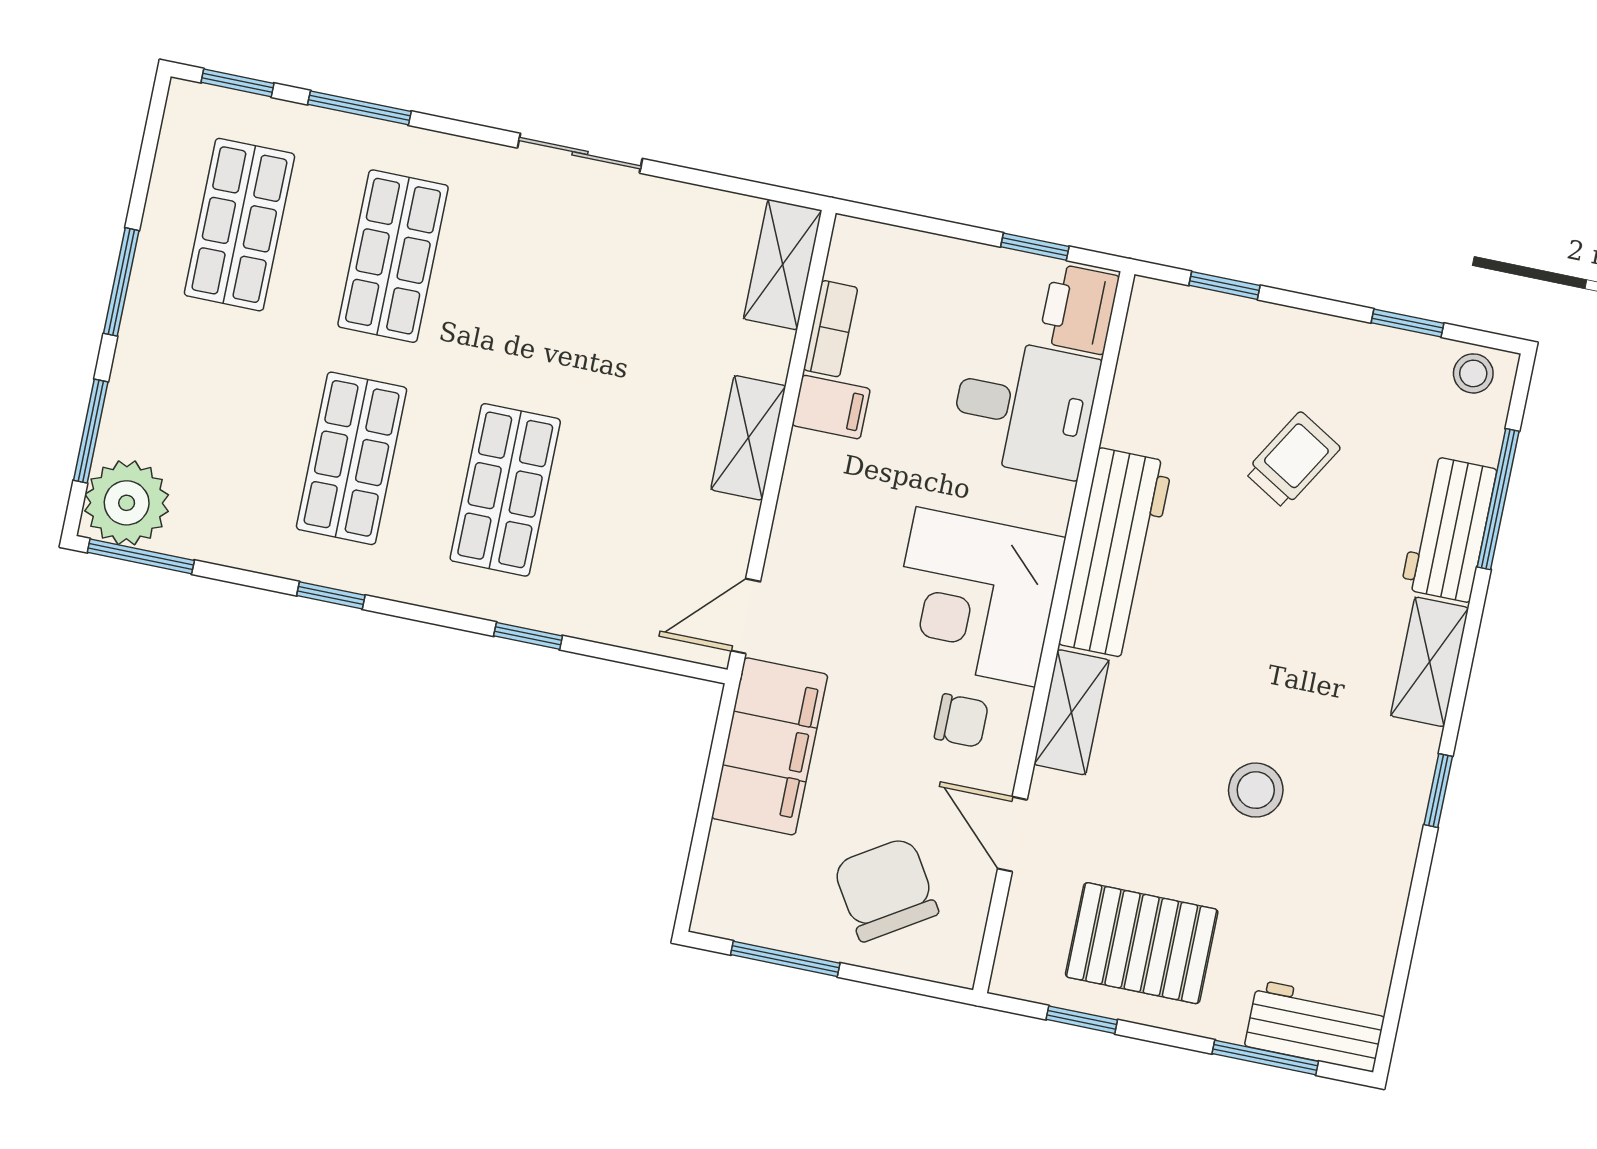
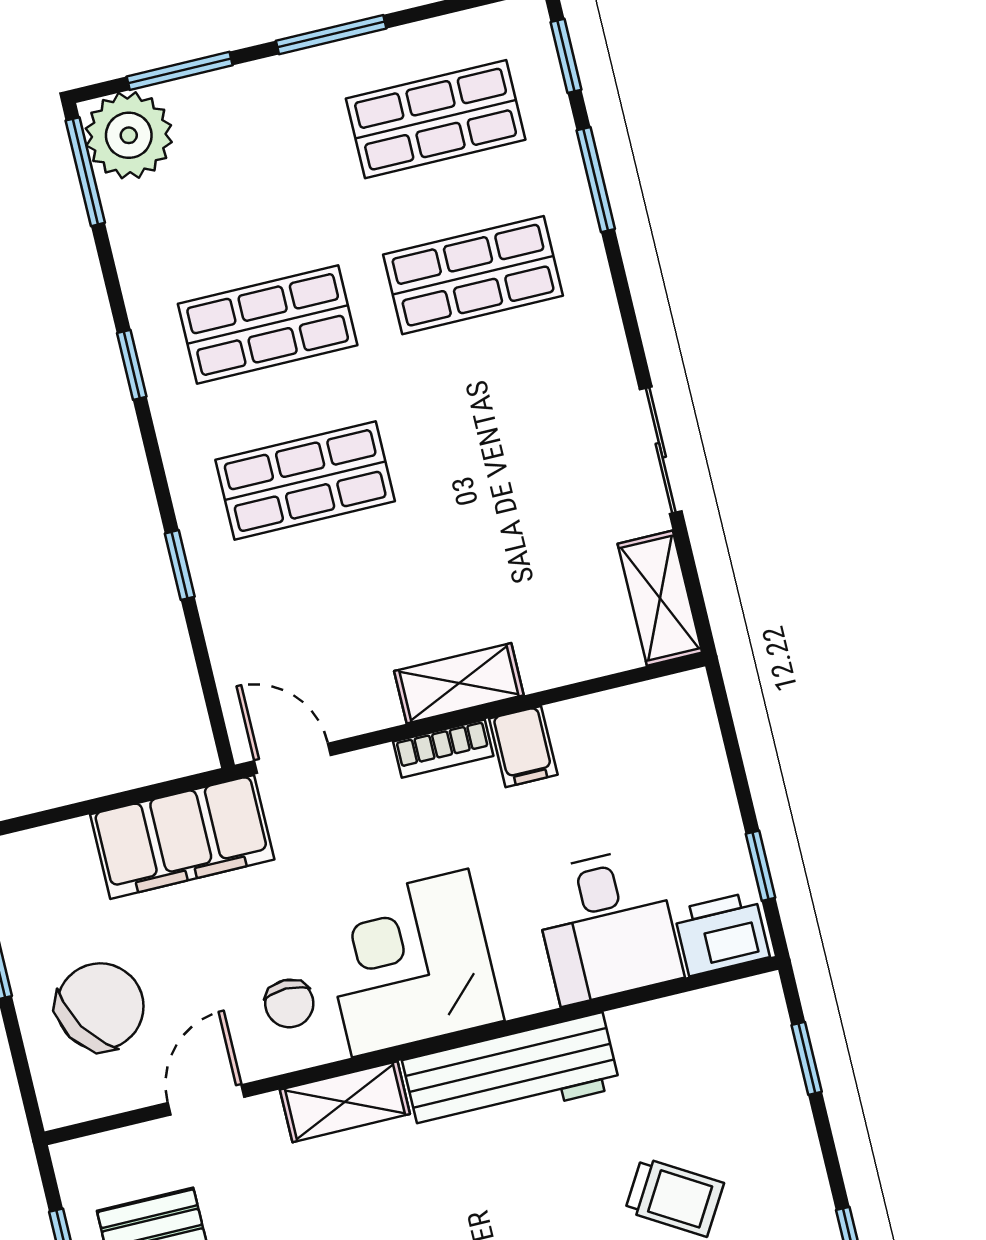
sliding door: (580, 153) -> (661, 450), moved
shelving: (783, 265) -> (660, 598), moved, turned 90
bookcase: (831, 329) -> (443, 749), moved

